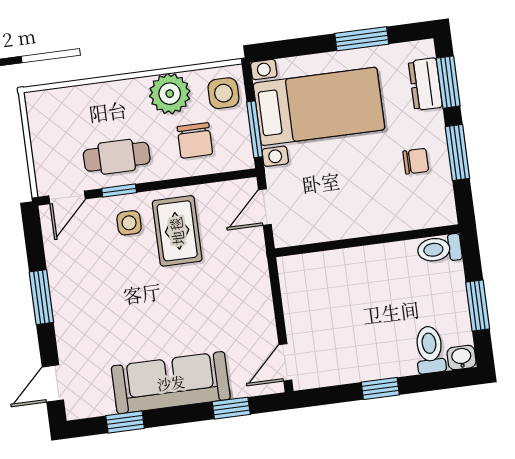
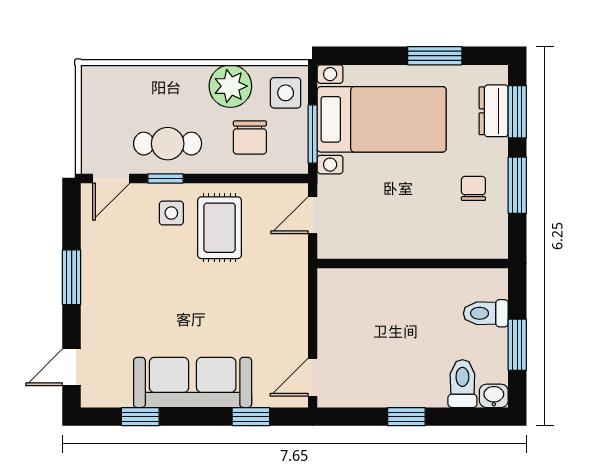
chair: (416, 161) -> (473, 188), turned -90
toilet: (439, 249) -> (486, 313), moved

